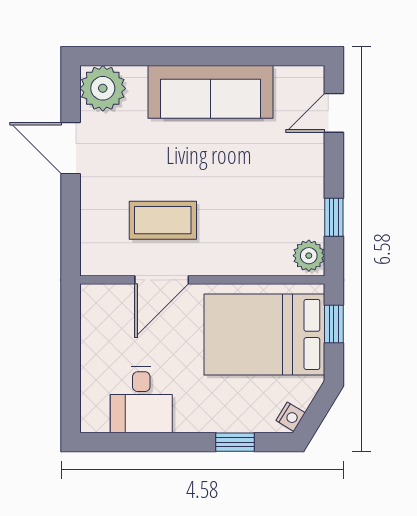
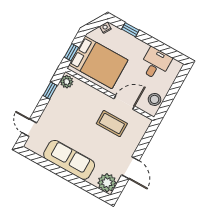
door: (334, 113) -> (29, 128), swing flipped
stool: (101, 322) -> (155, 99), added

